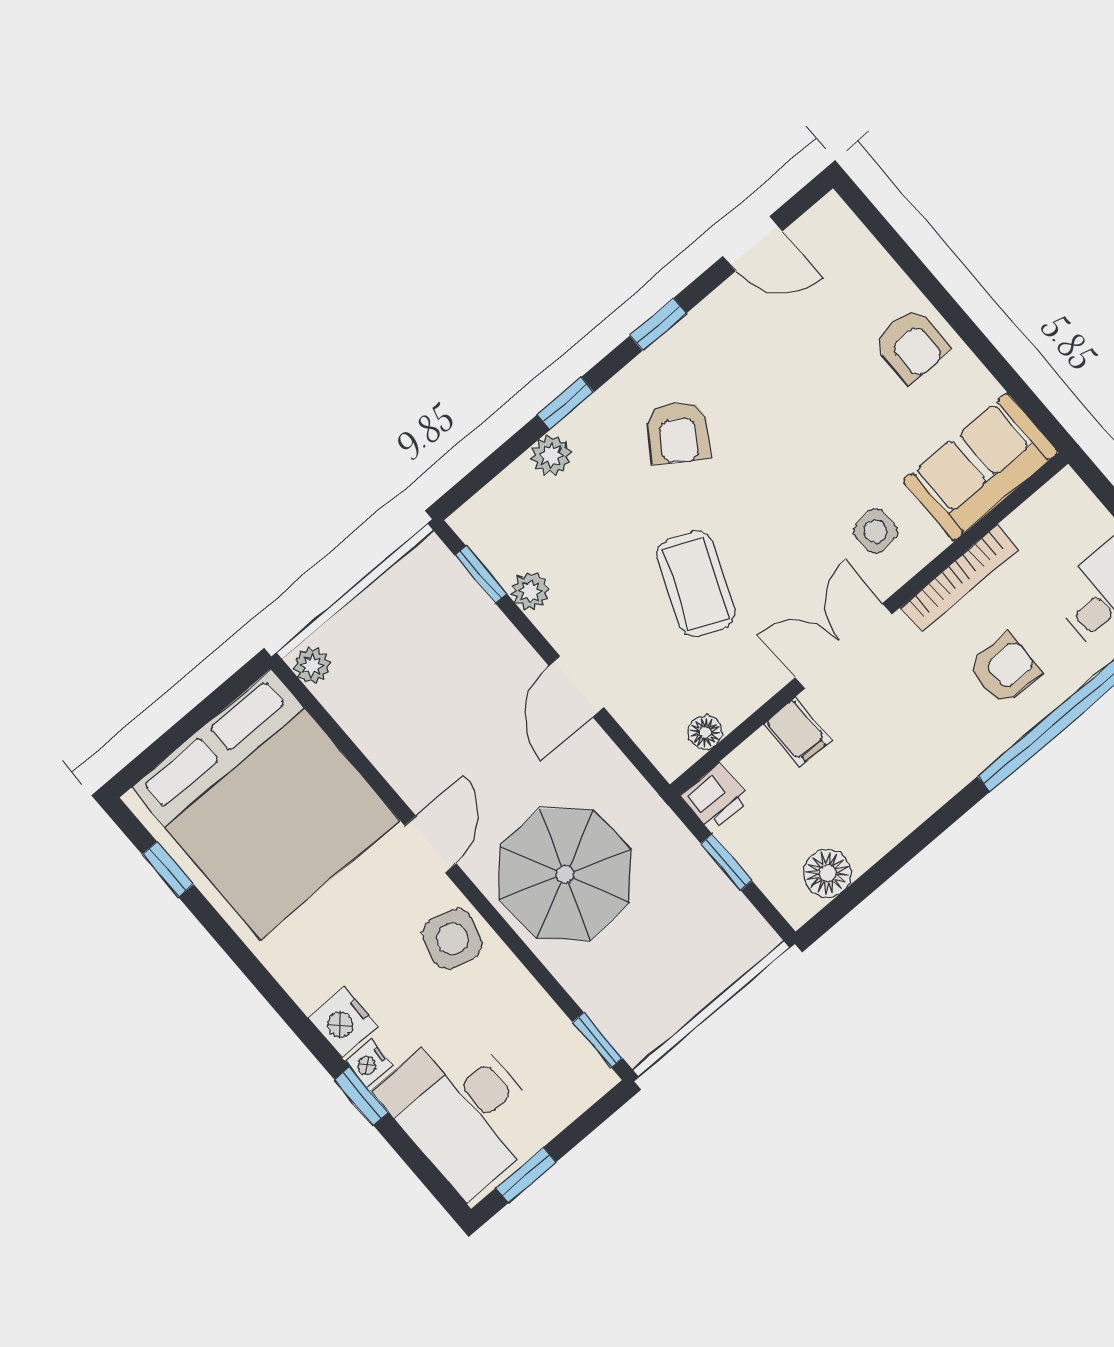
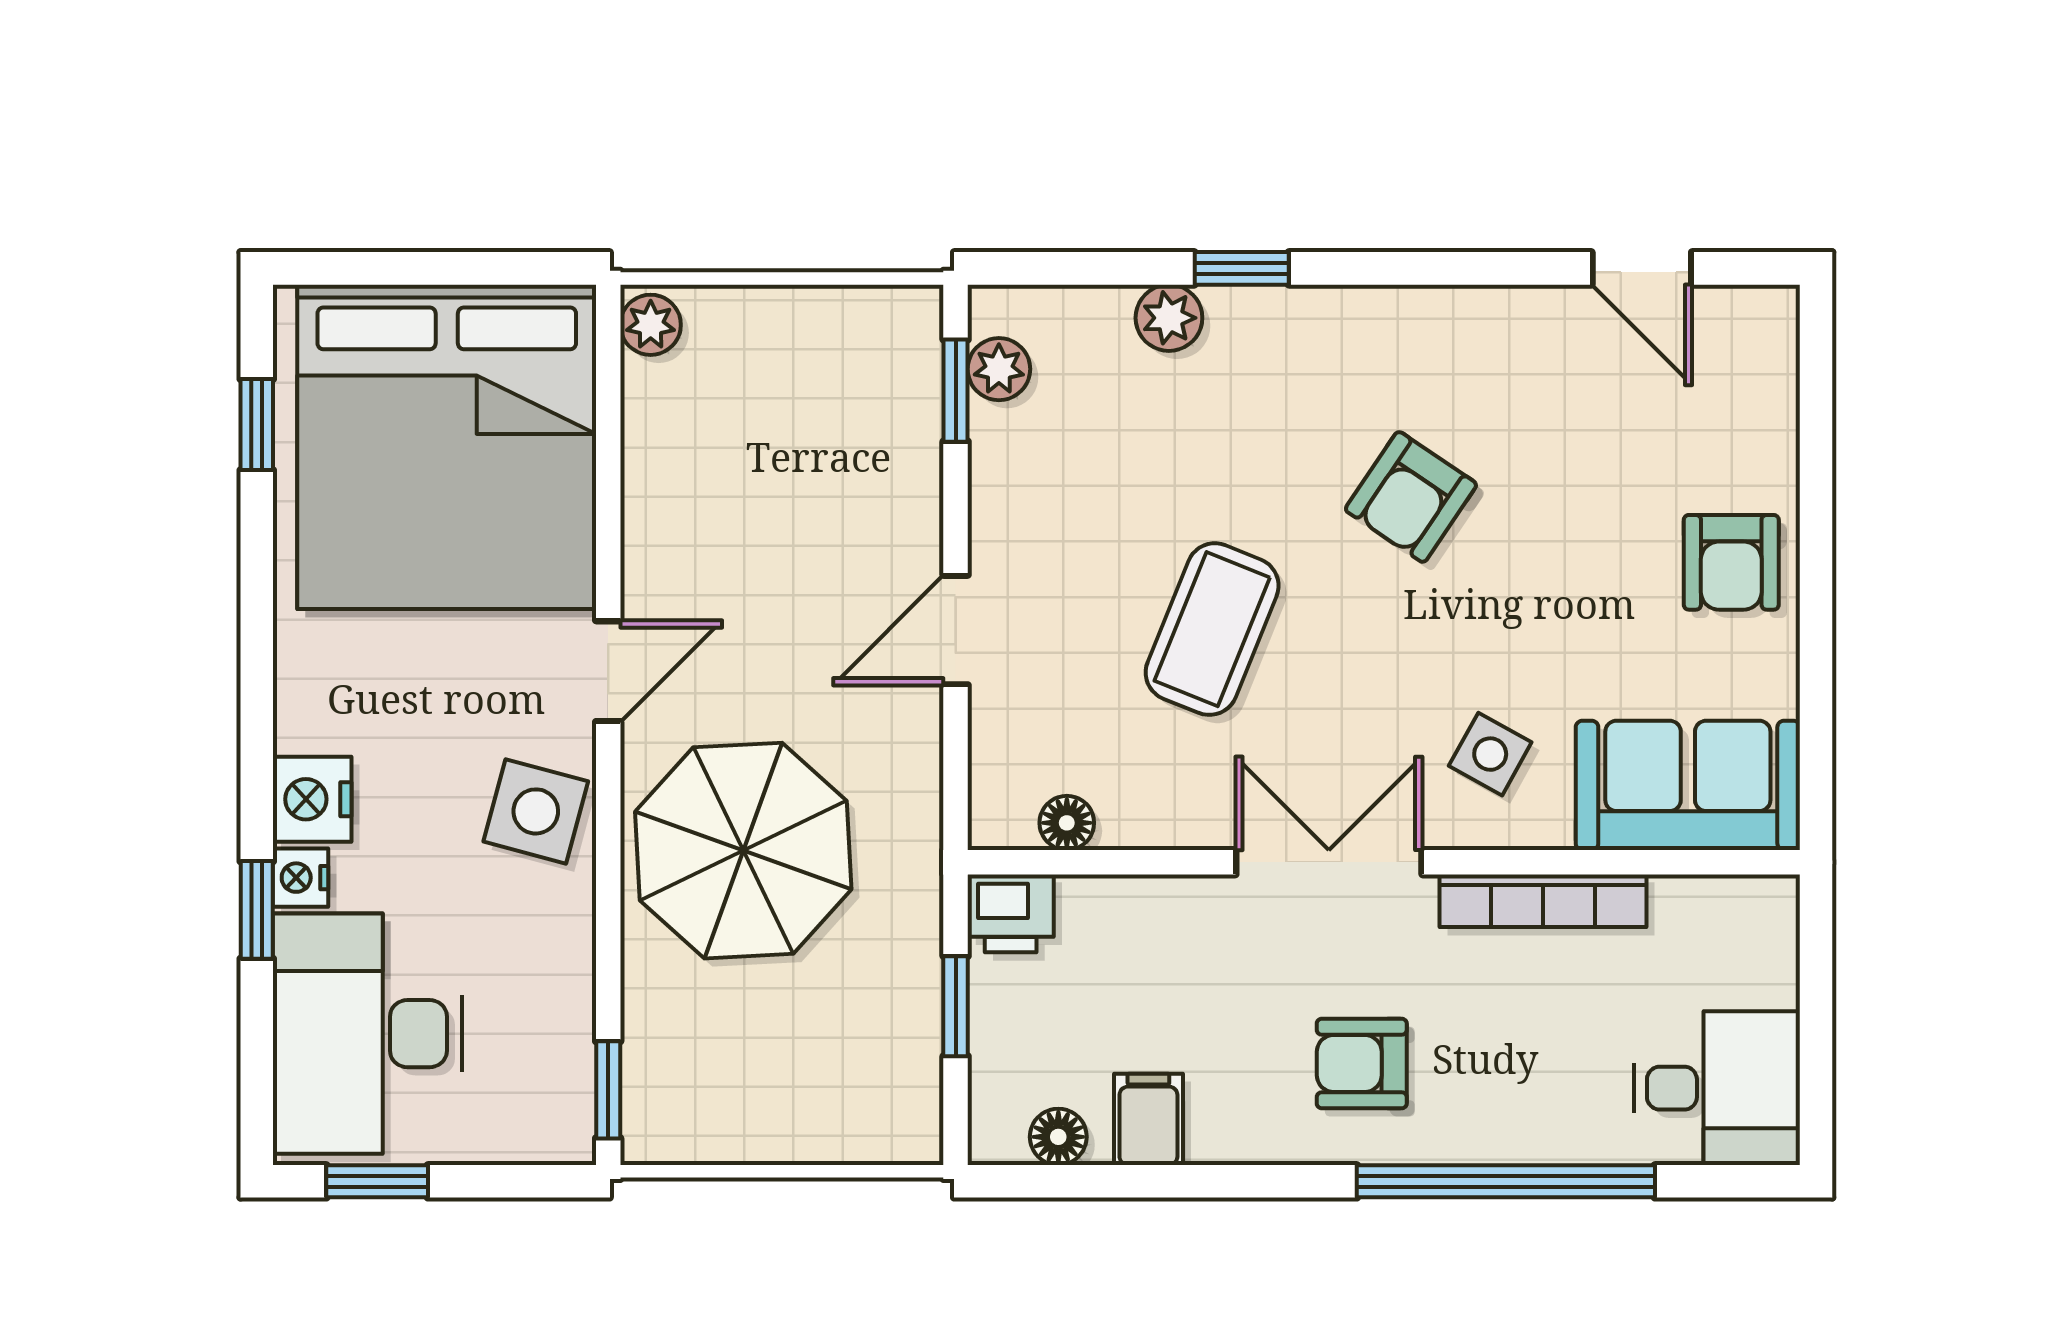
window: (658, 324) -> (1439, 268), removed
armchair: (678, 432) -> (1411, 497), moved
side table: (876, 531) -> (1490, 754), turned 32
plant: (530, 591) -> (999, 369), moved
armchair: (1004, 670) -> (1362, 1063), moved, turned 180
filing cabinet: (797, 732) -> (1148, 1119), moved, turned 180
floor lamp: (827, 873) -> (1058, 1137), width x0.73, depth x0.73

